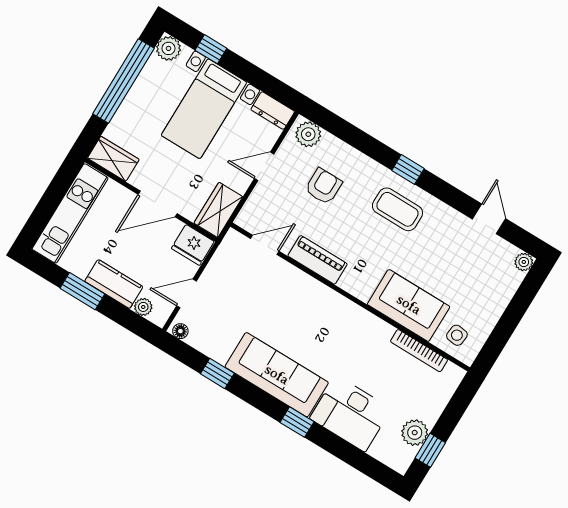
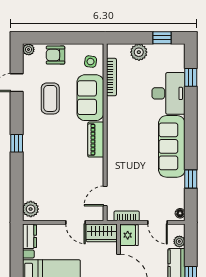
door: (264, 166) -> (75, 222), moved
armchair: (323, 186) -> (56, 55), moved
coffee table: (397, 209) -> (50, 98), moved
door: (265, 245) -> (105, 196), hinge flipped
bookcase: (221, 257) -> (127, 216), added
piano: (318, 260) -> (96, 140), moved
window: (297, 422) -> (191, 77), moved
plant: (415, 433) -> (139, 52), moved

